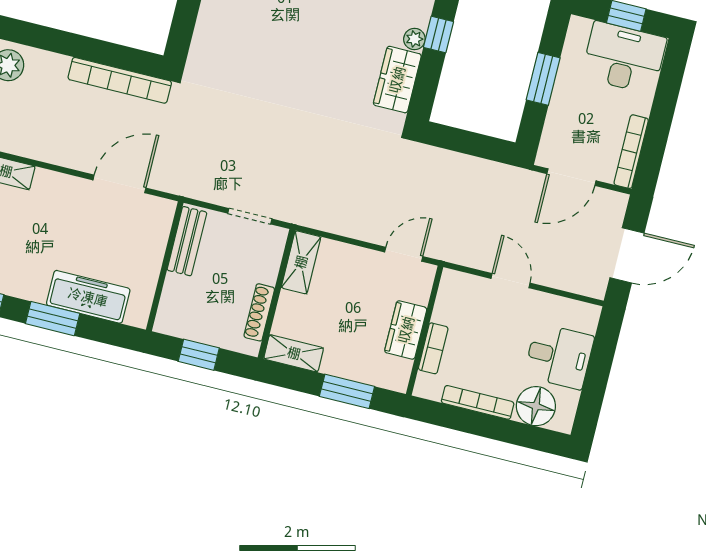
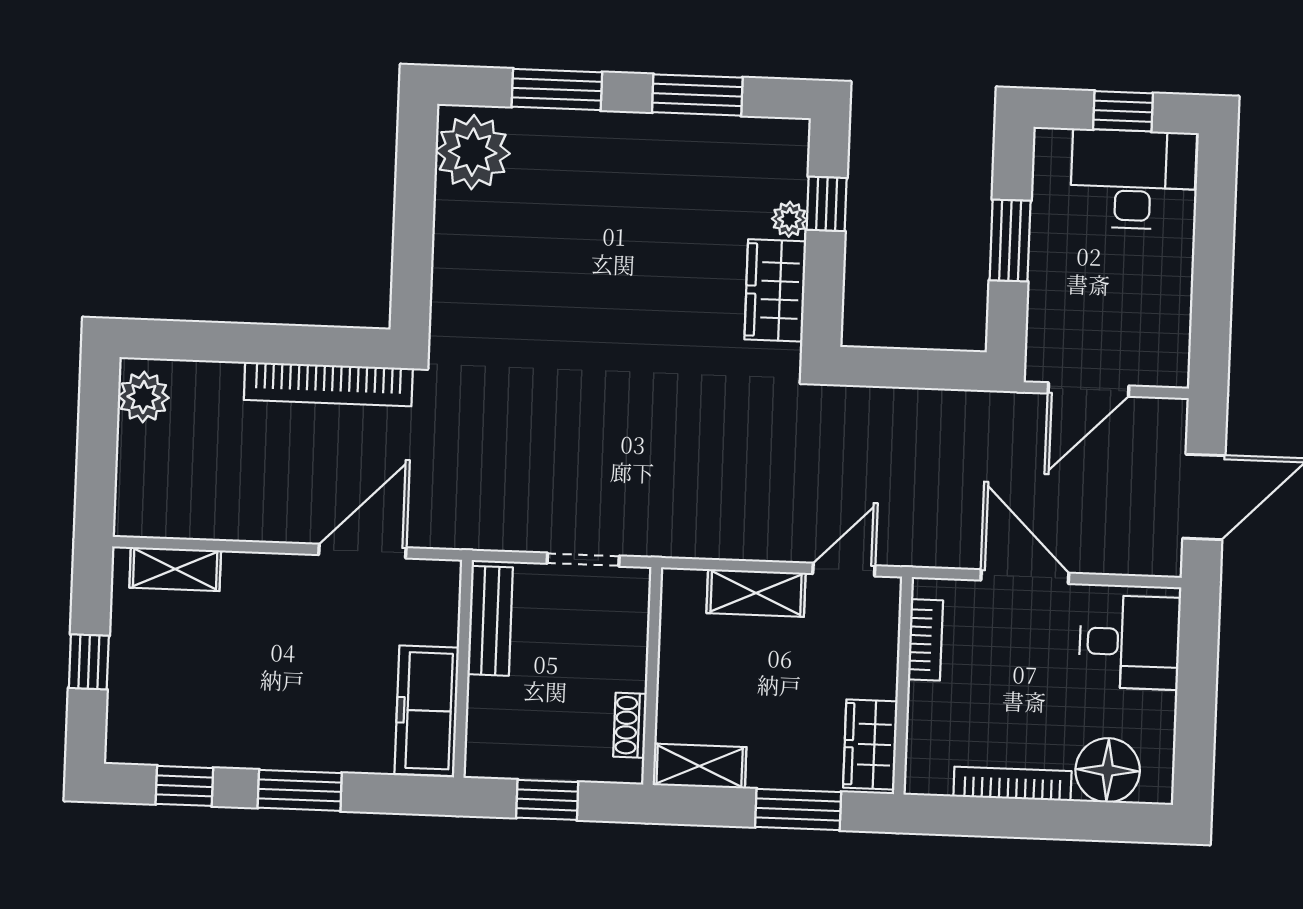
bookcase: (631, 152) -> (1176, 328), removed
shelving: (301, 262) -> (756, 593), moved, turned 90
door: (510, 281) -> (1025, 577), width x1.38
freezer: (88, 297) -> (427, 711), moved, turned -90
shoe rack: (259, 312) -> (630, 725), width x0.70
wardrobe: (406, 330) -> (870, 744), moved
bookcase: (433, 348) -> (925, 640), moved
desk: (559, 356) -> (1130, 642), moved

